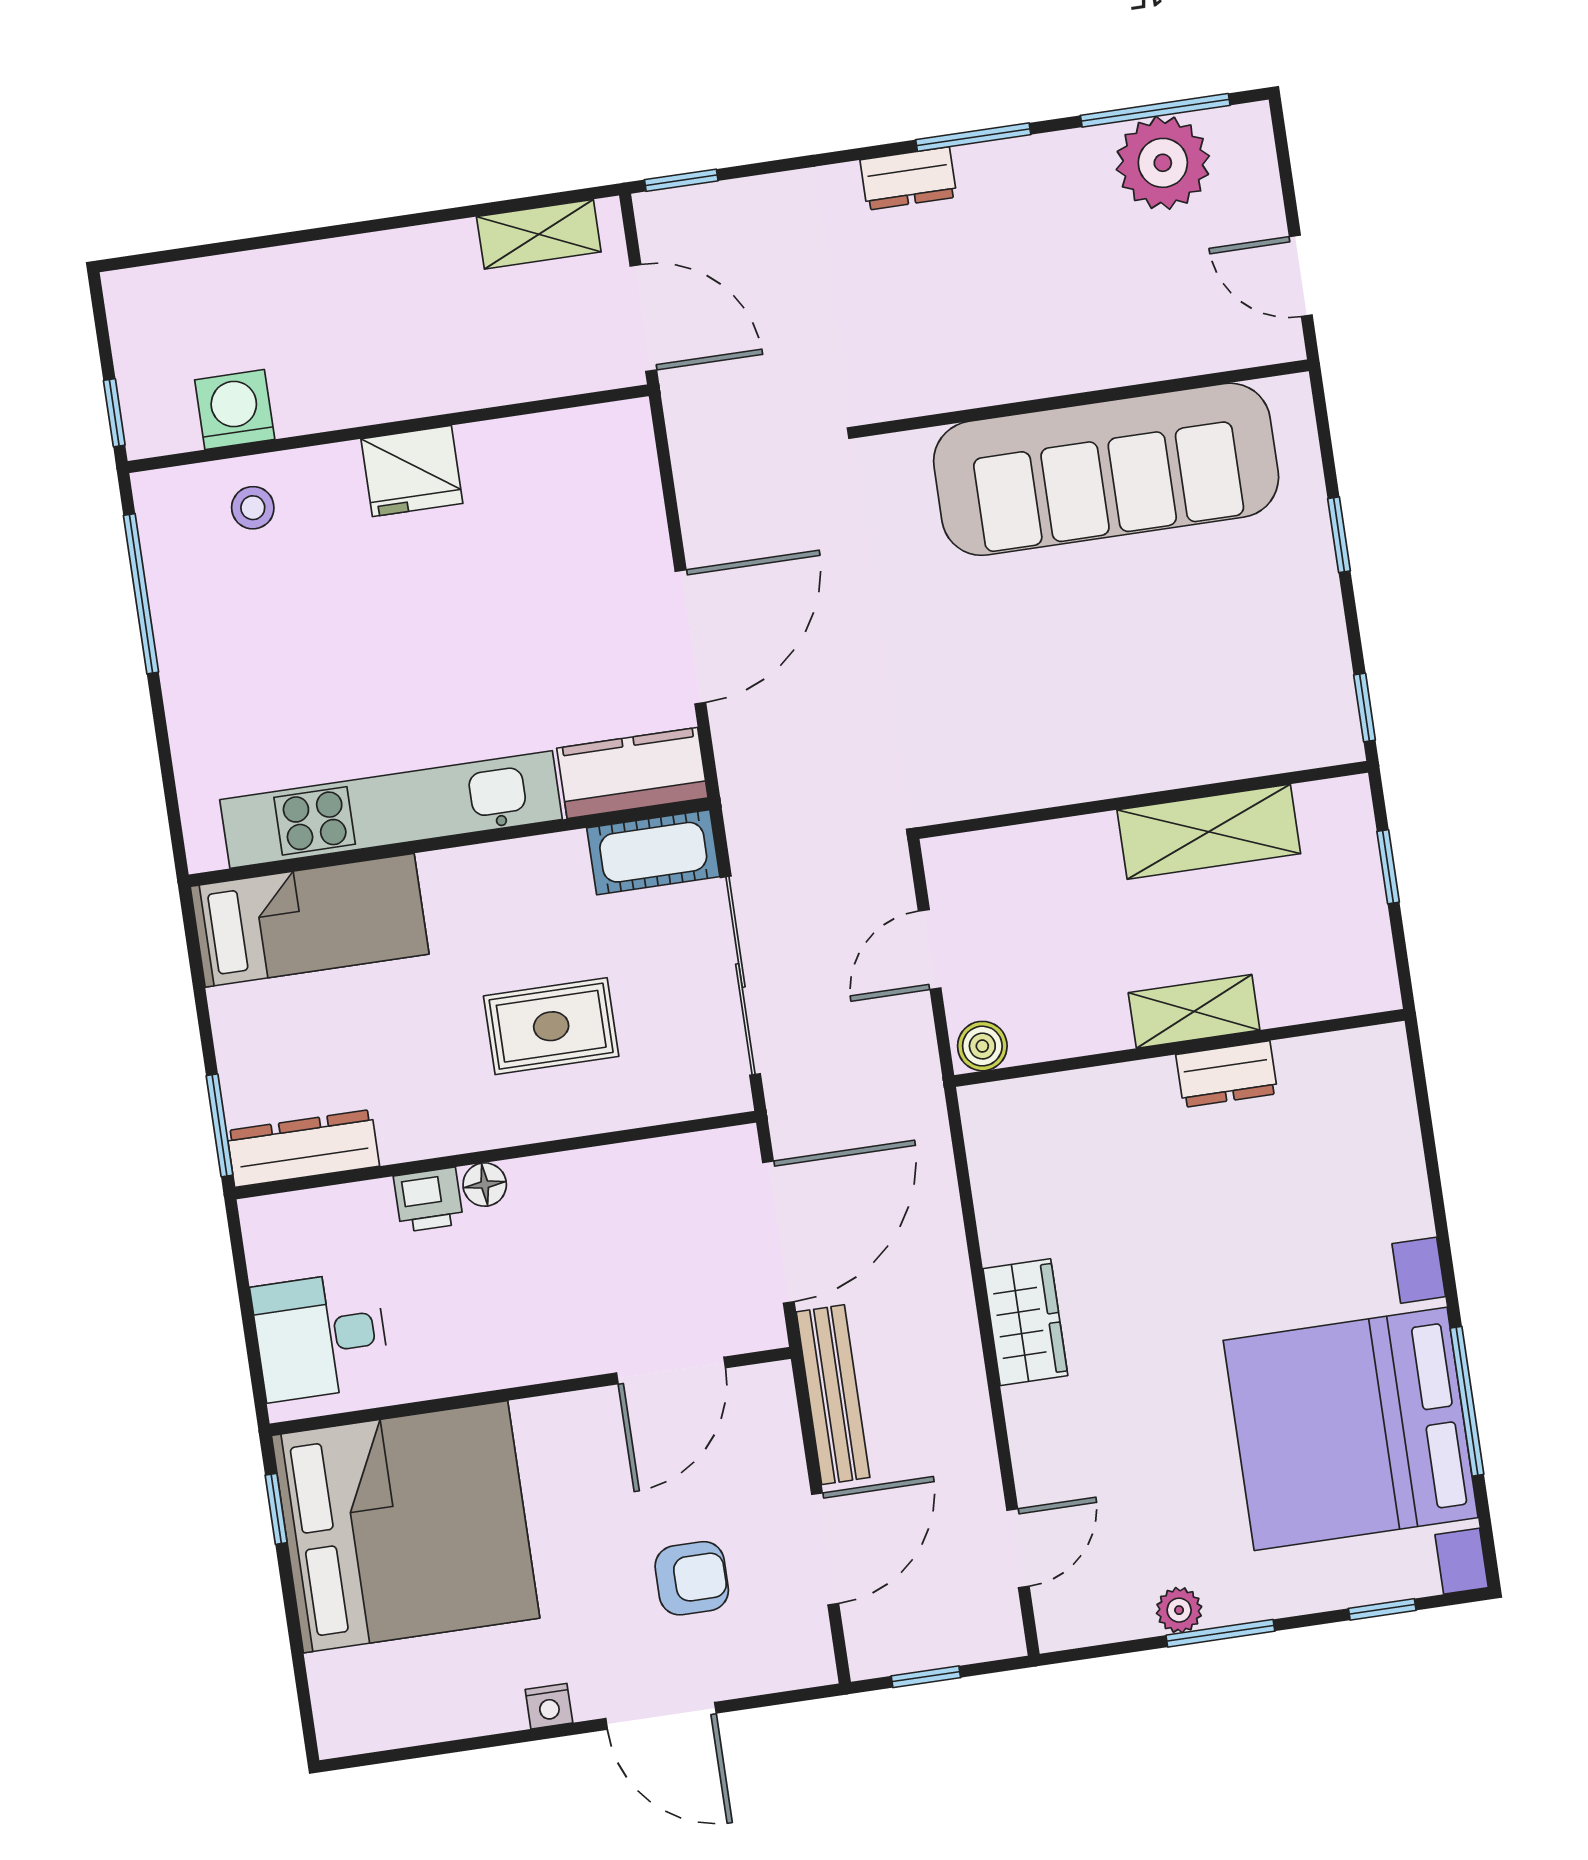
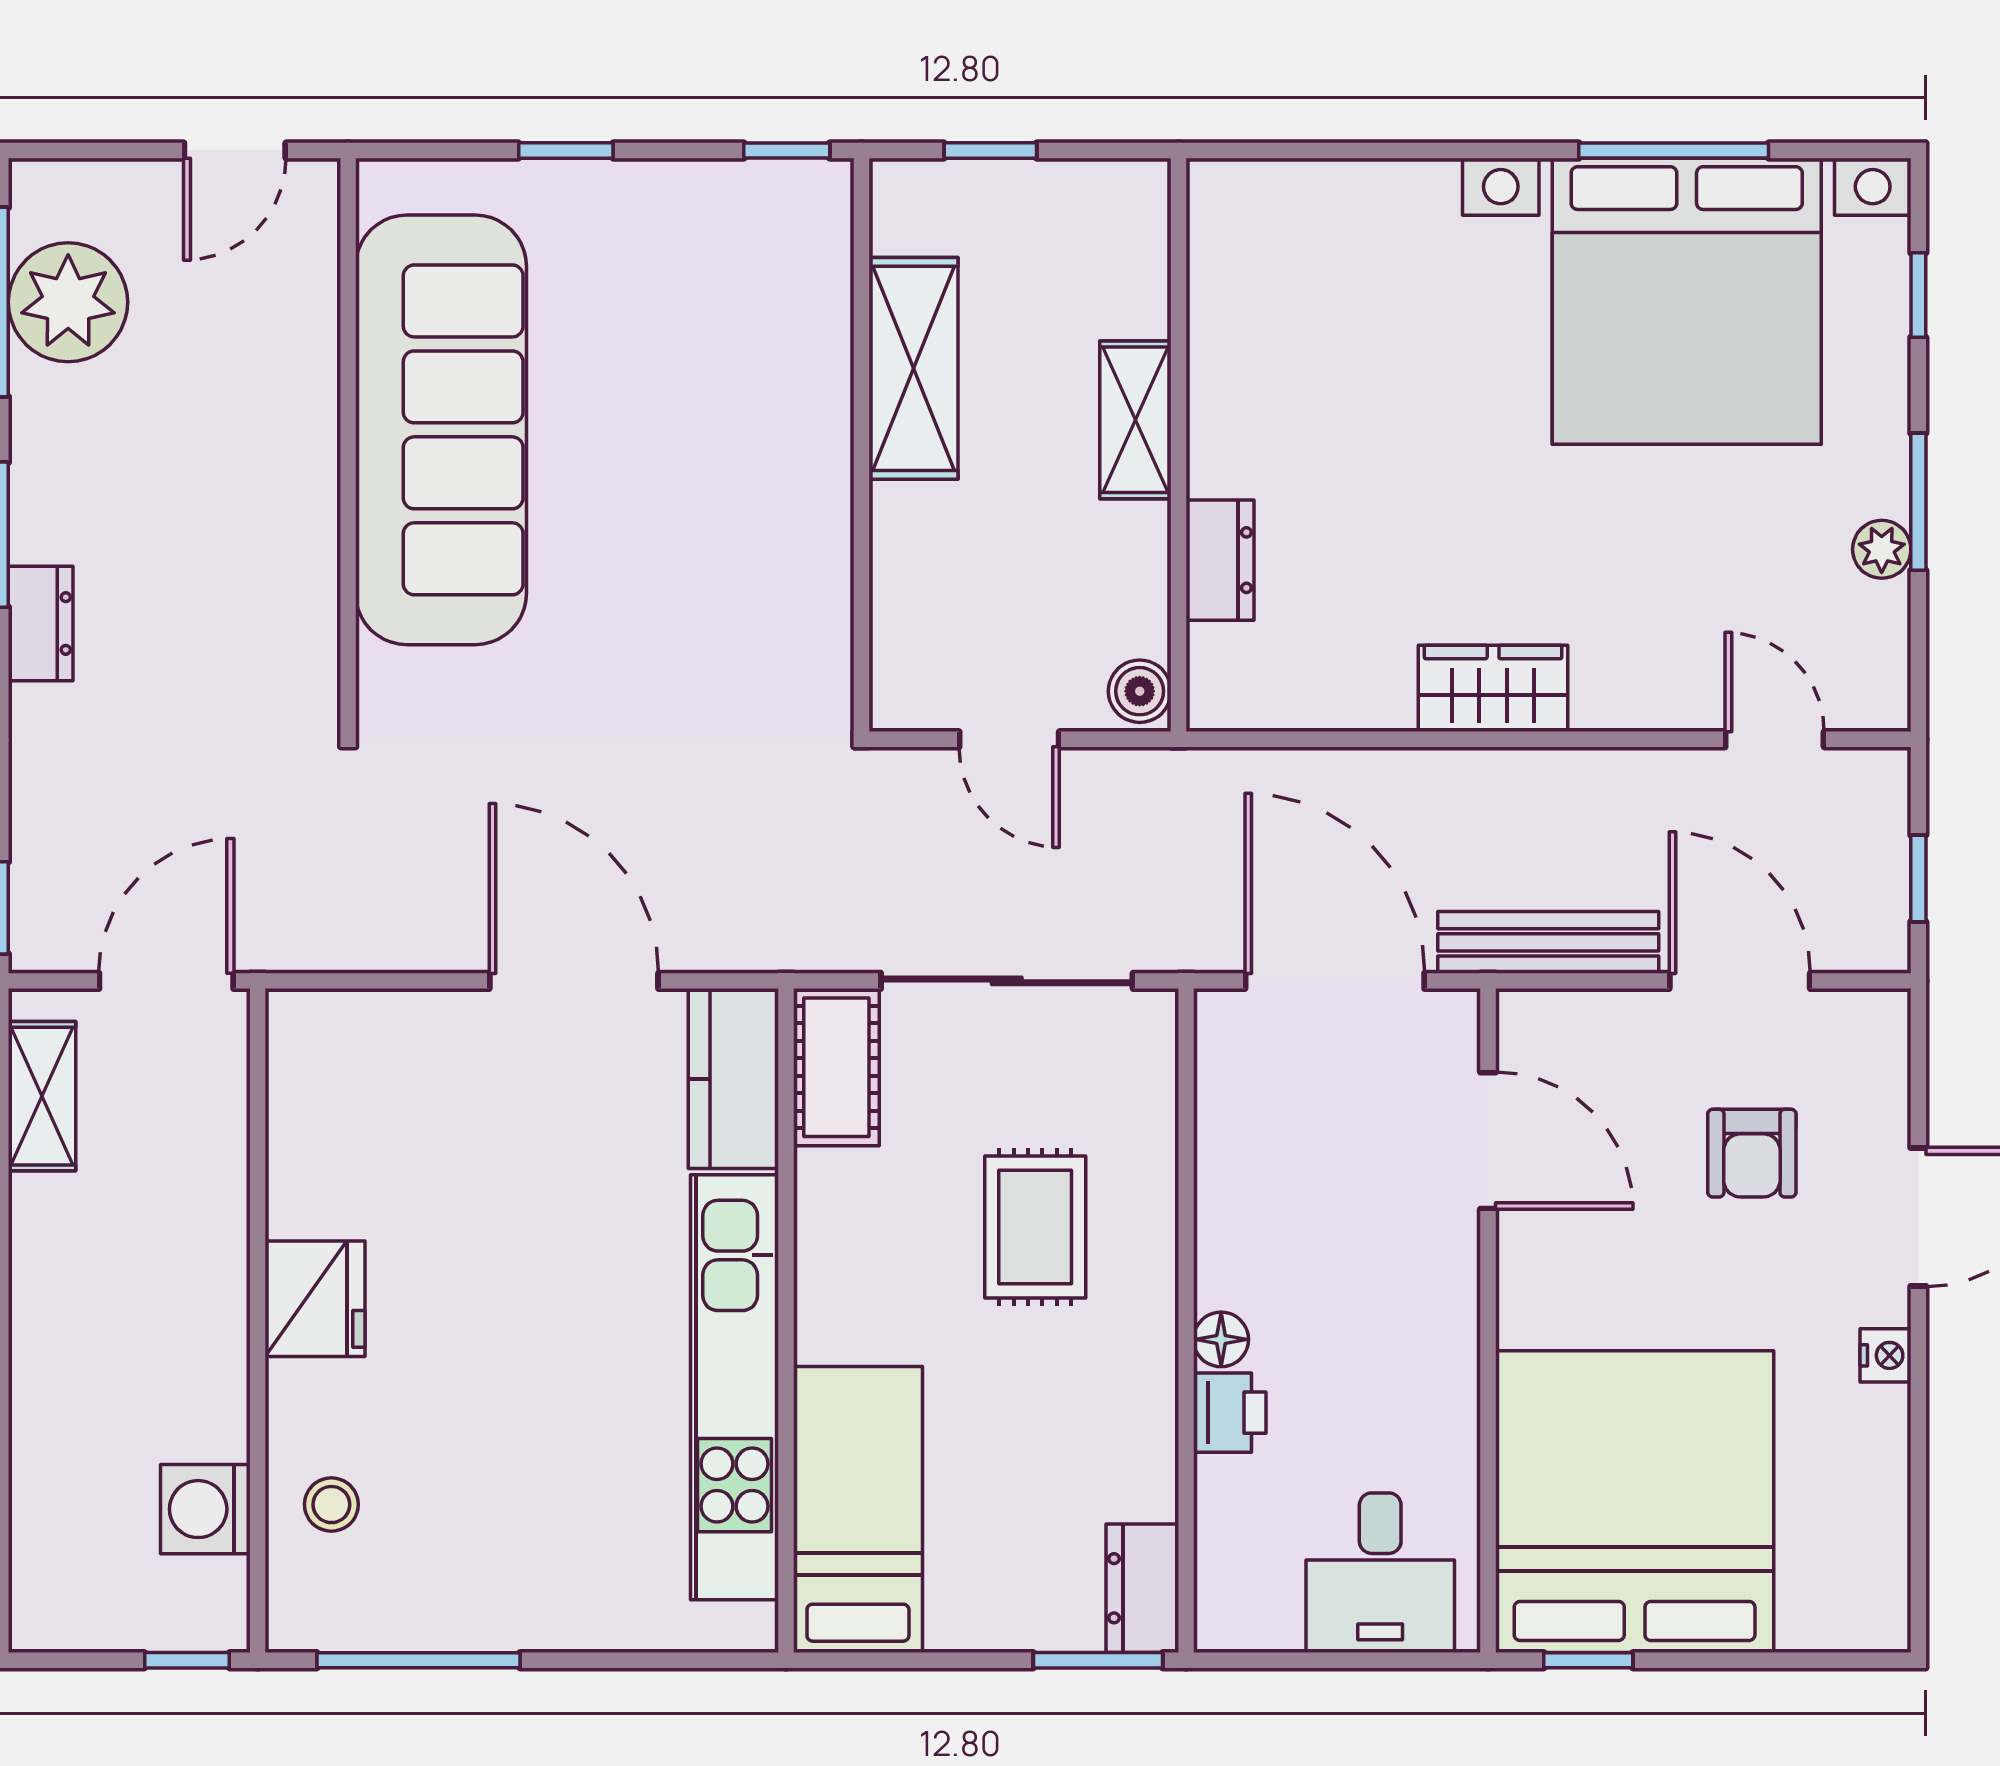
dresser: (1227, 1074) -> (1220, 560), moved
dresser: (303, 1148) -> (1142, 1588), width x0.70
armchair: (692, 1578) -> (1752, 1153), turned 180

